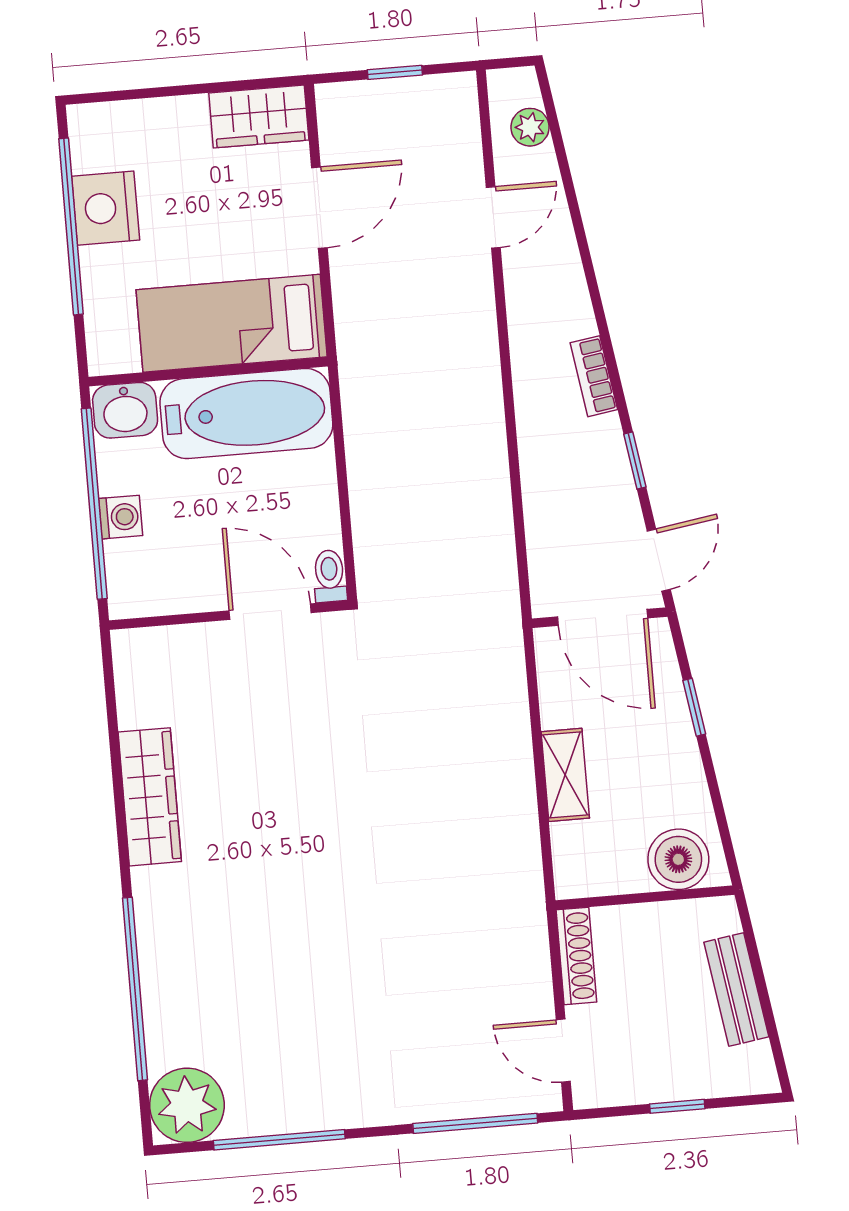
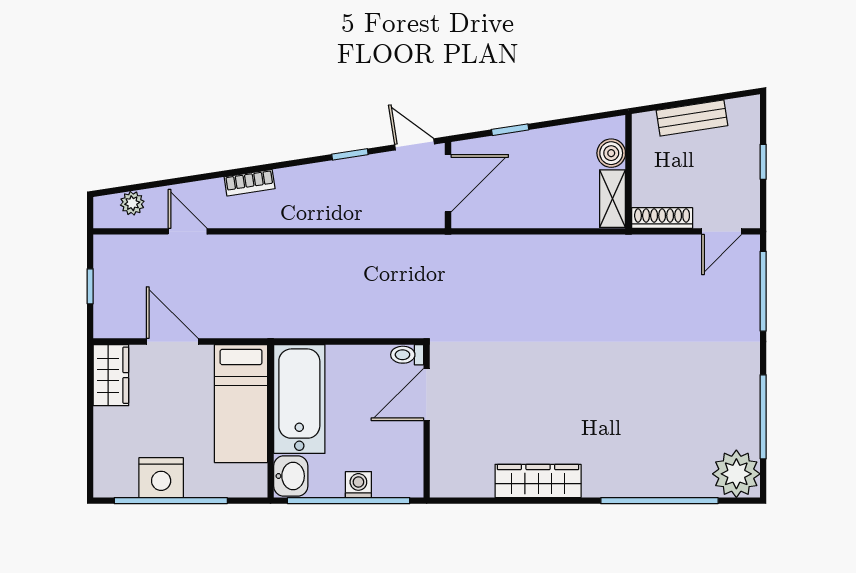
bookcase: (594, 376) -> (250, 183), moved
shelving: (565, 775) -> (612, 199), moved, turned 90
boiler: (678, 859) -> (611, 153), width x0.73, depth x0.73

